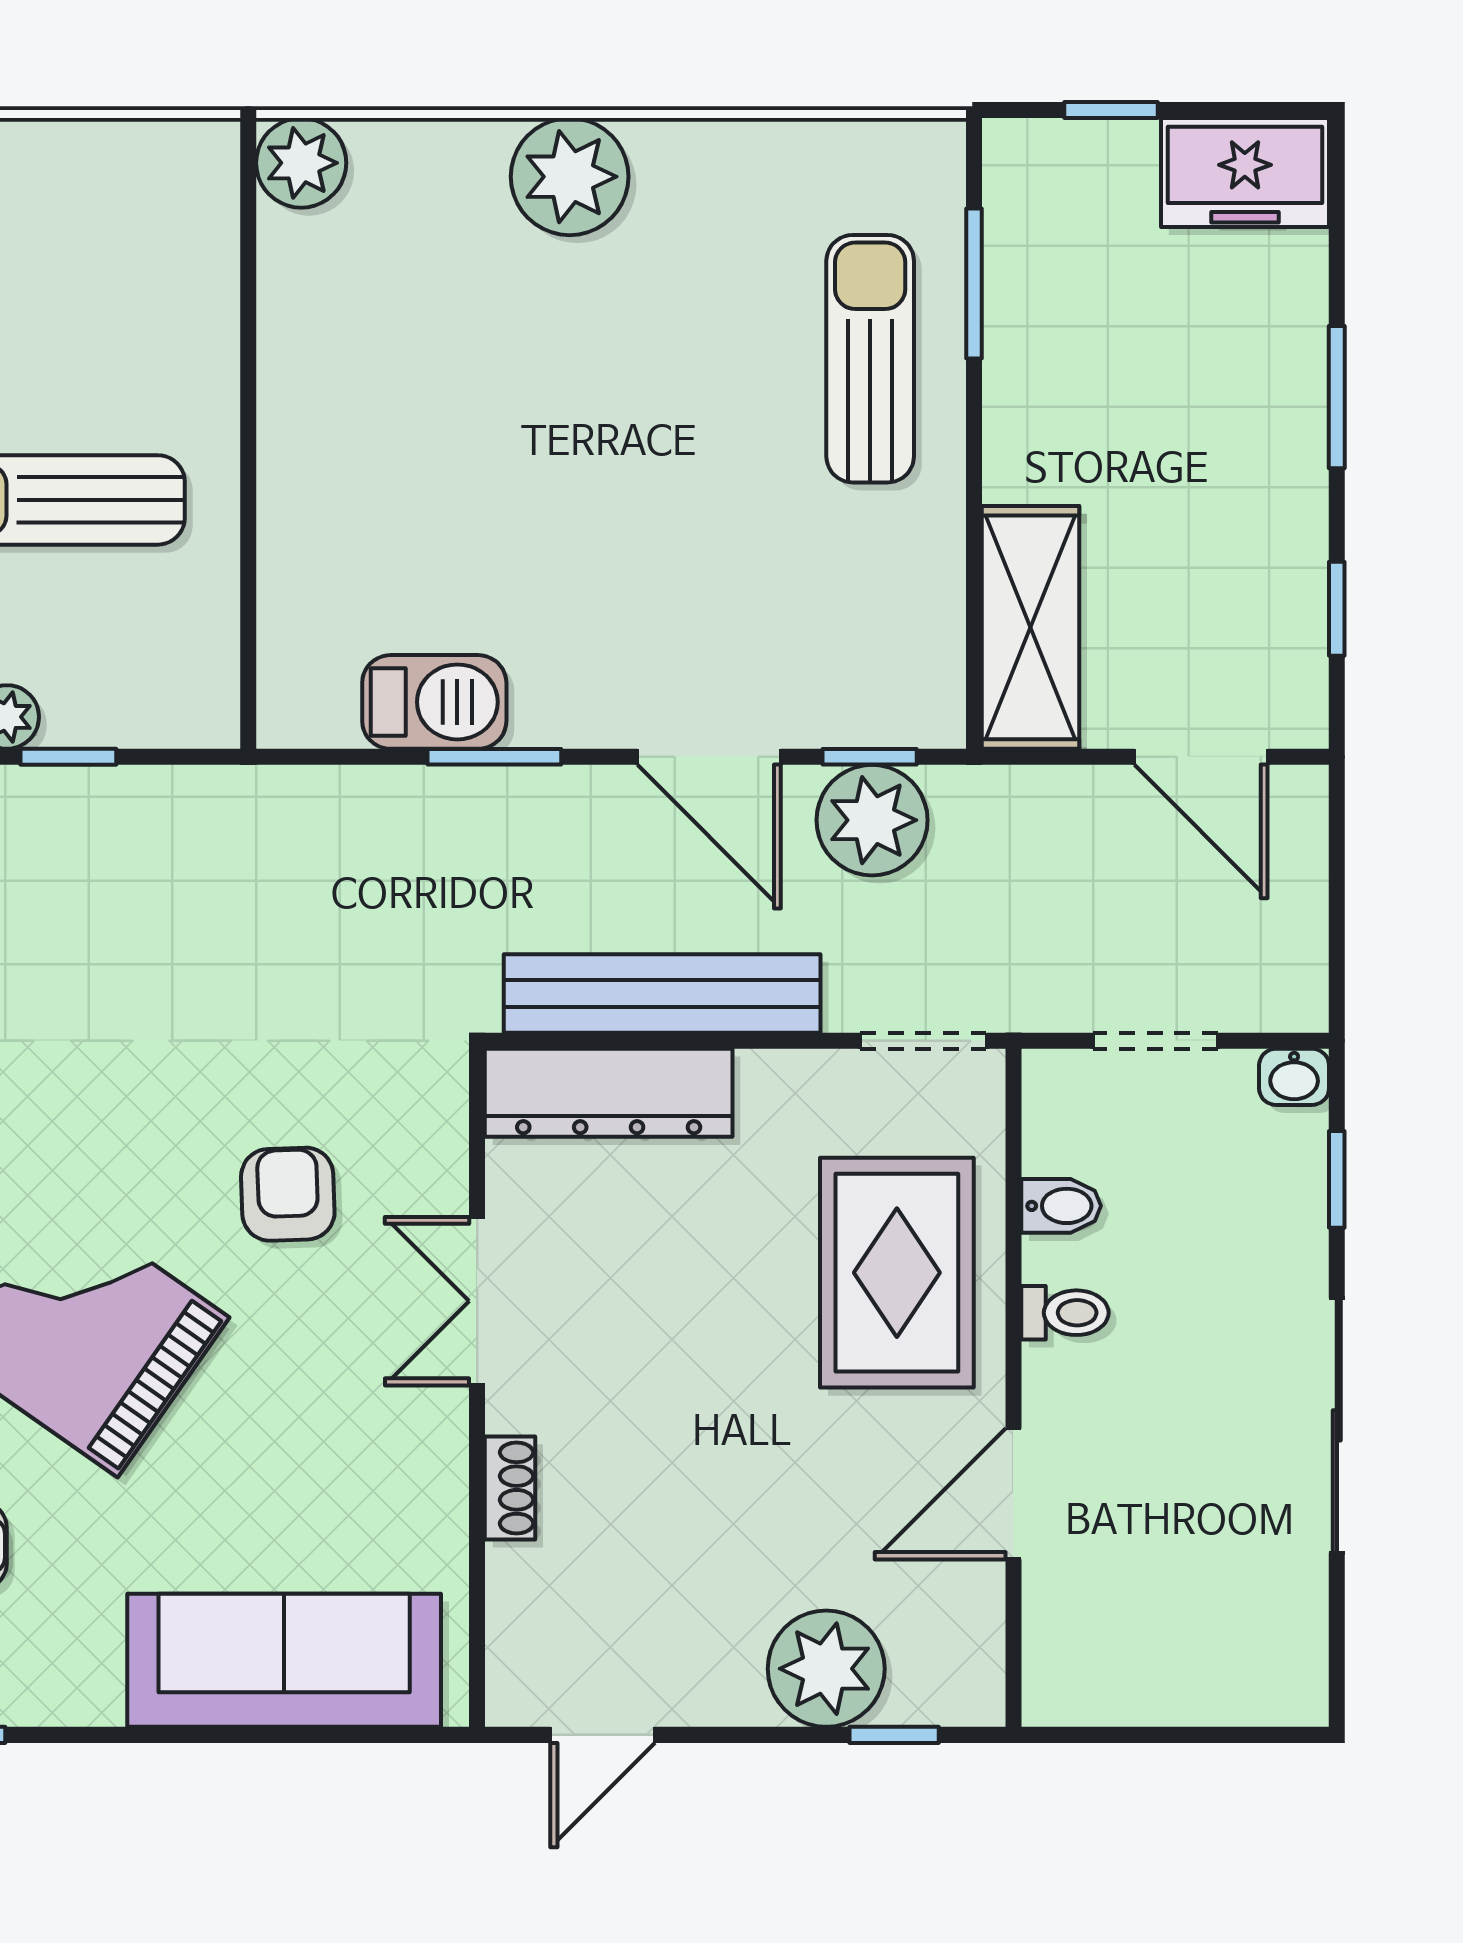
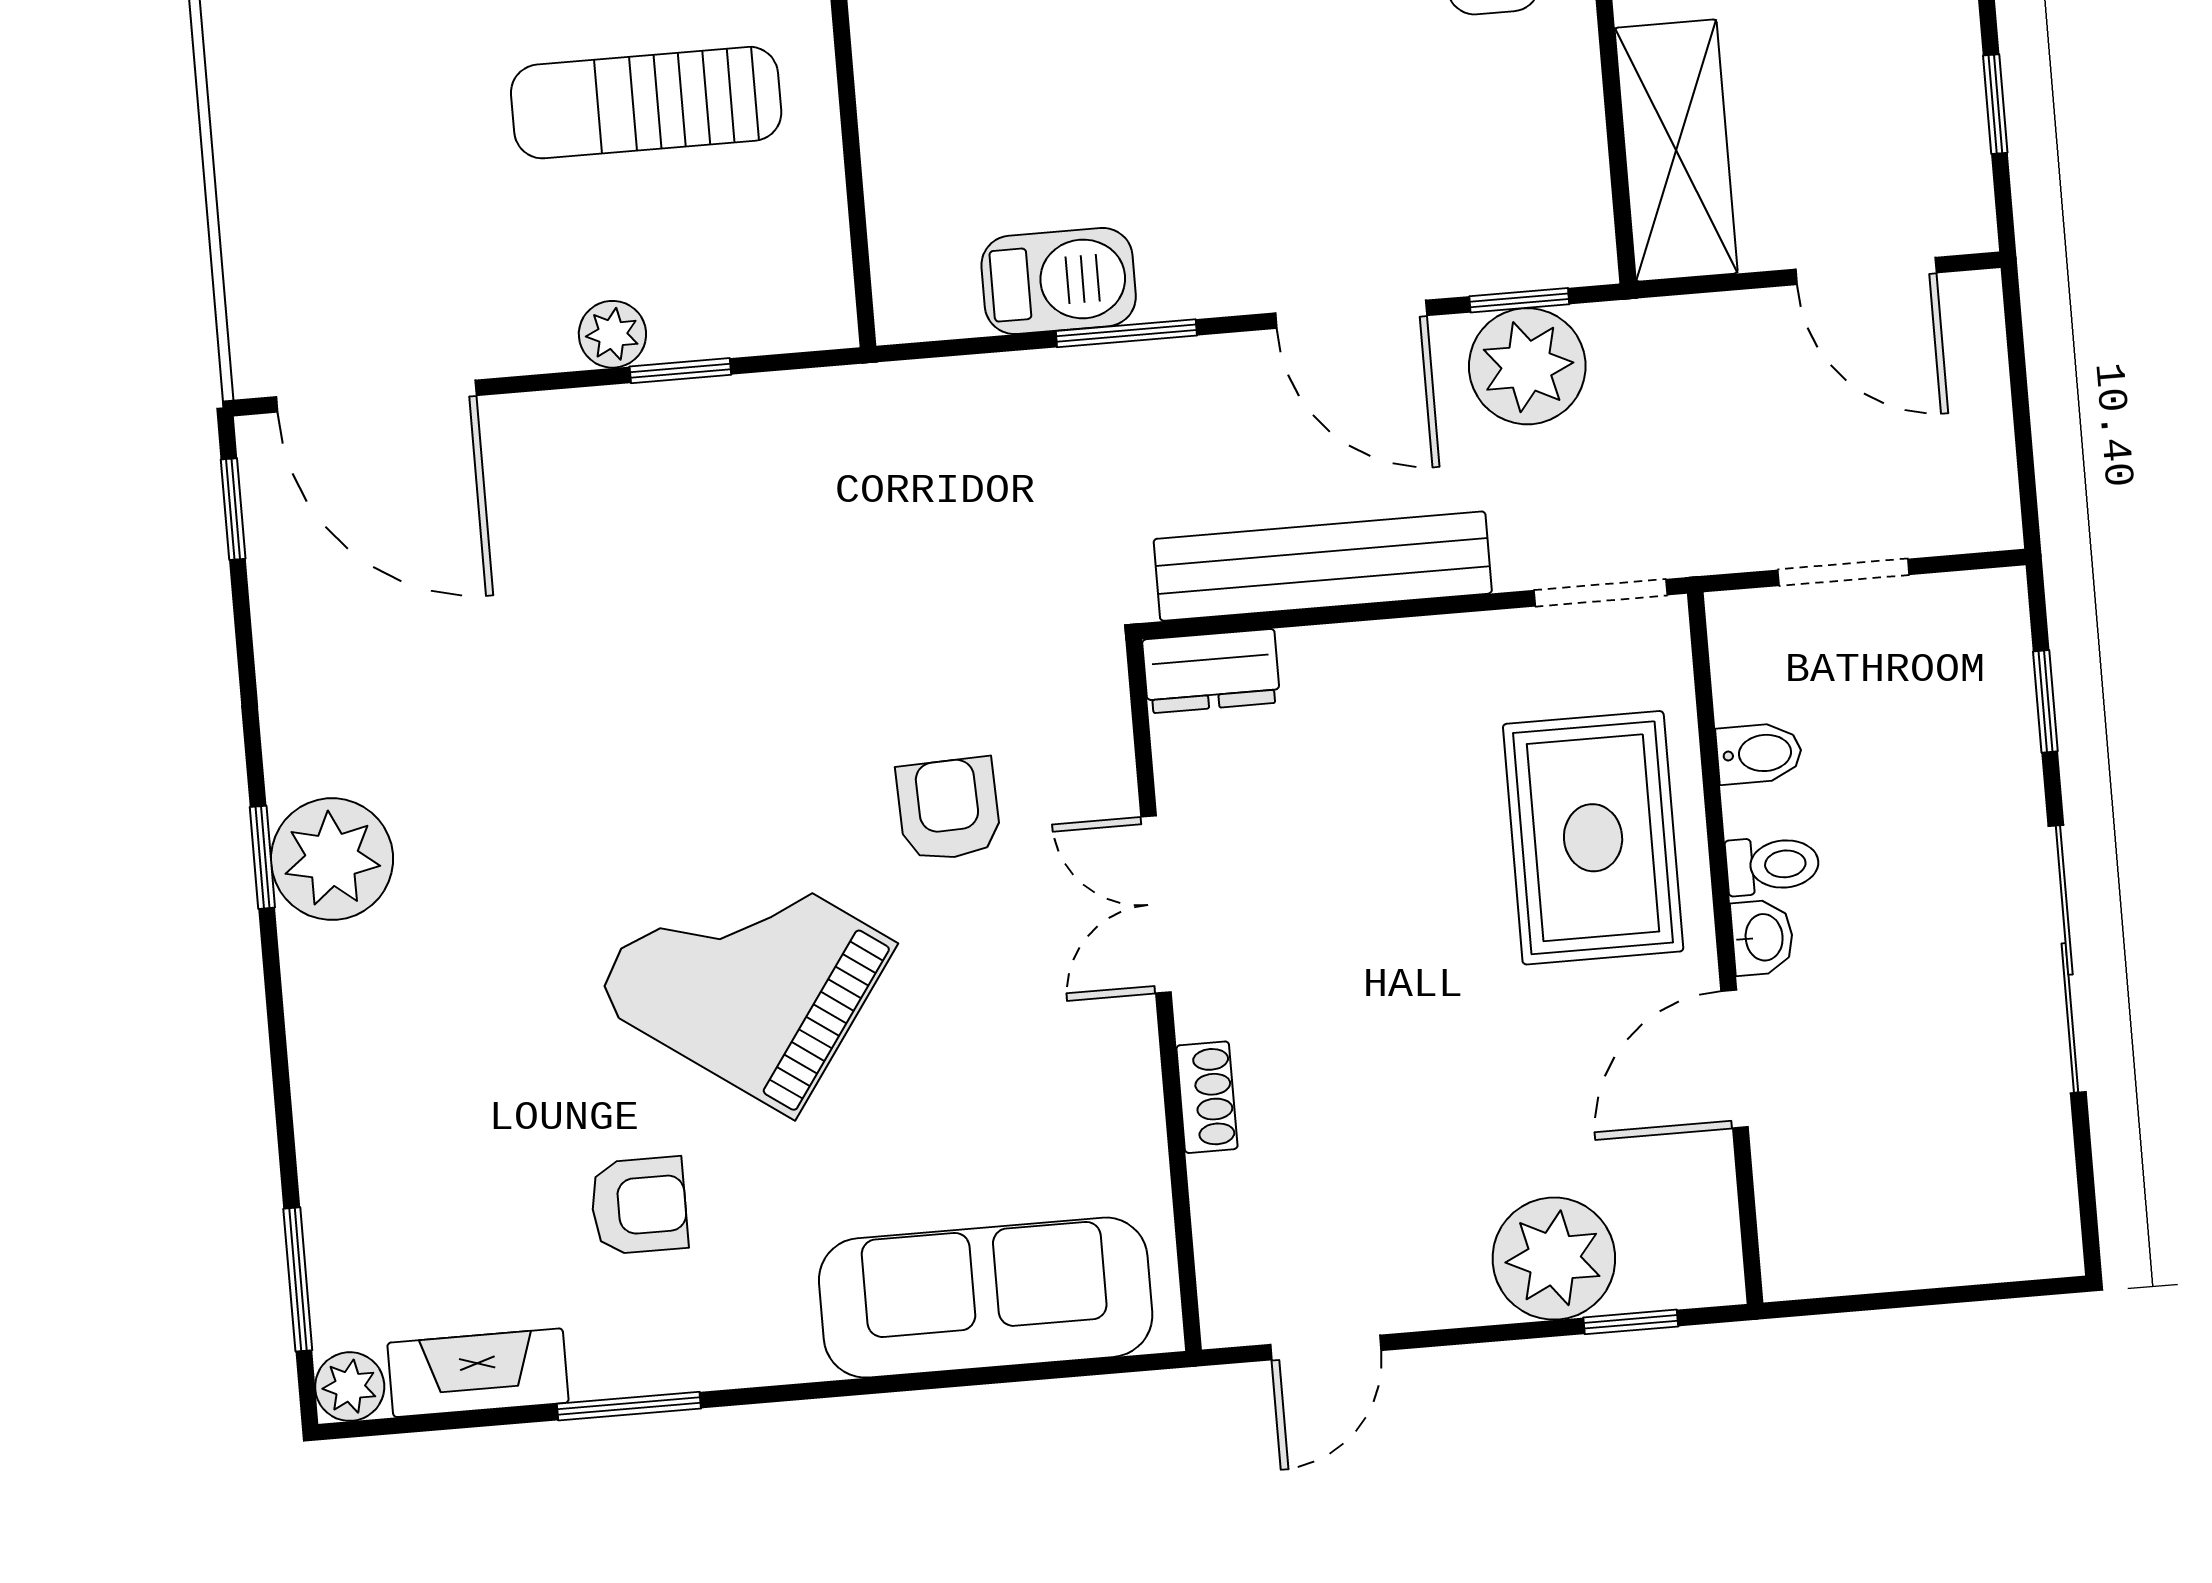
washbasin: (1294, 1077) -> (1762, 937), moved, turned -90
dresser: (609, 1093) -> (1211, 671), width x0.51, depth x0.80

